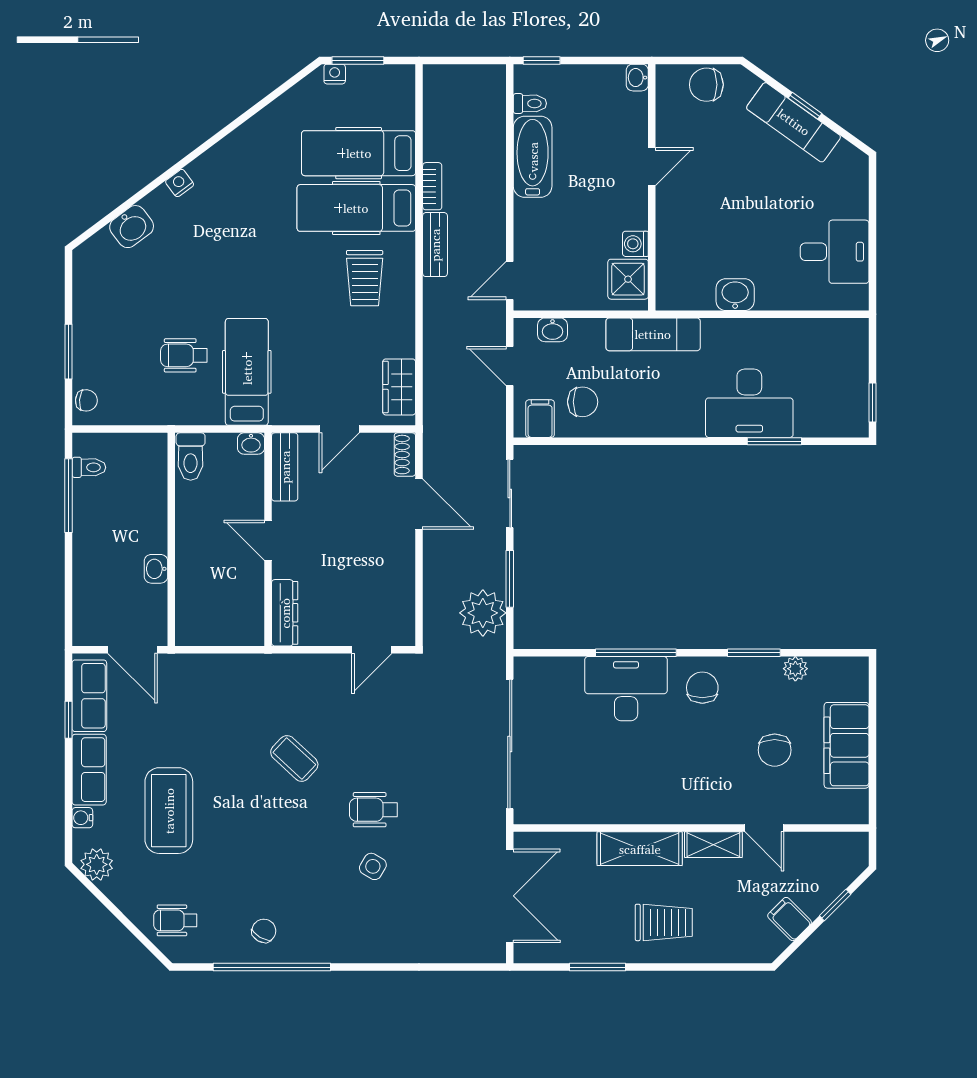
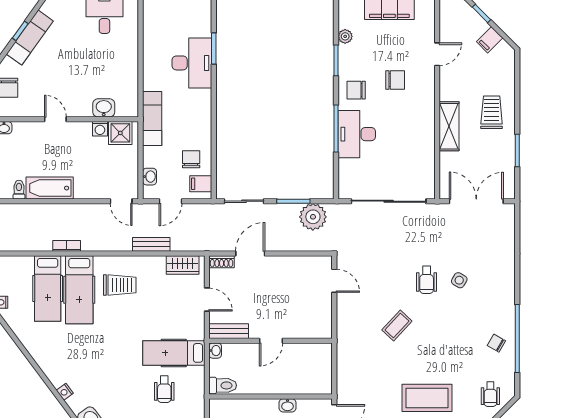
bench: (435, 245) -> (151, 244), moved
washbasin: (735, 295) -> (104, 108), moved, turned 90
dresser: (285, 613) -> (313, 331), removed
chair: (775, 750) -> (395, 80), moved
shelving: (713, 845) -> (447, 84), removed

